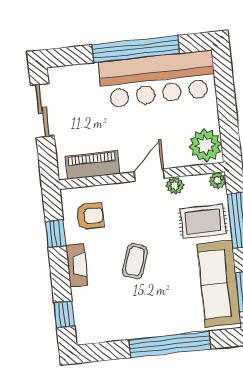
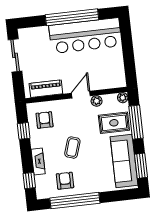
plant: (205, 145) -> (115, 76), removed
armchair: (90, 216) -> (45, 120), turned -90
fireplace: (77, 265) -> (38, 161), moved
armchair: (122, 315) -> (65, 181), added
window: (170, 344) -> (75, 201), moved

